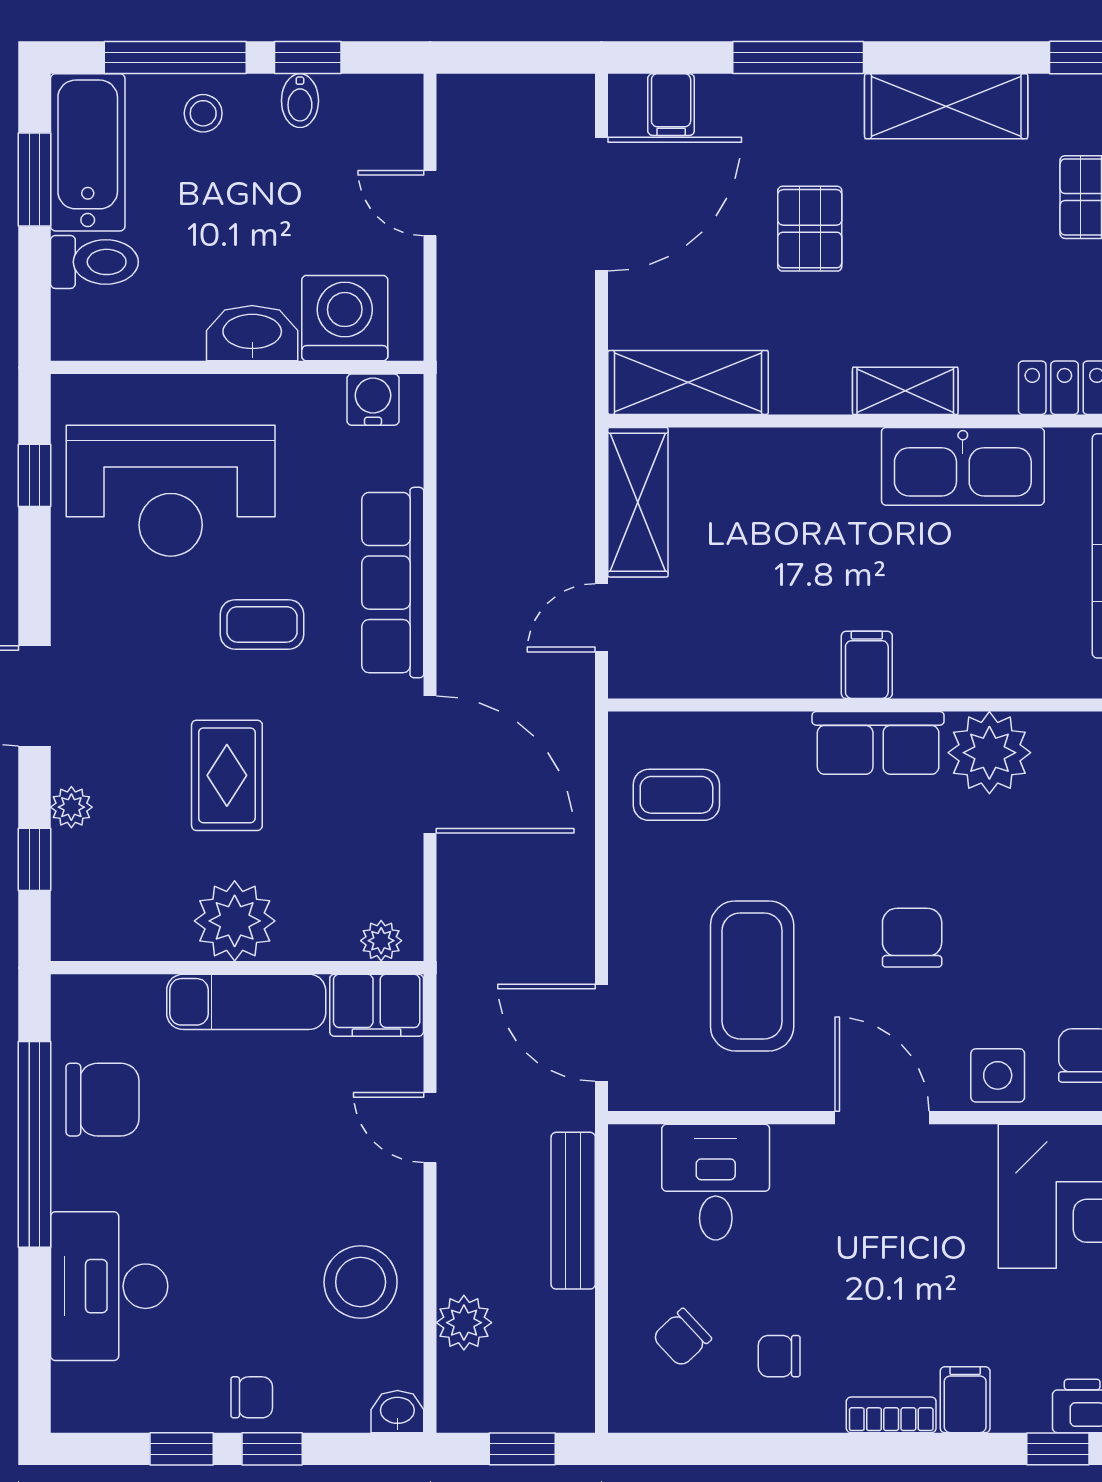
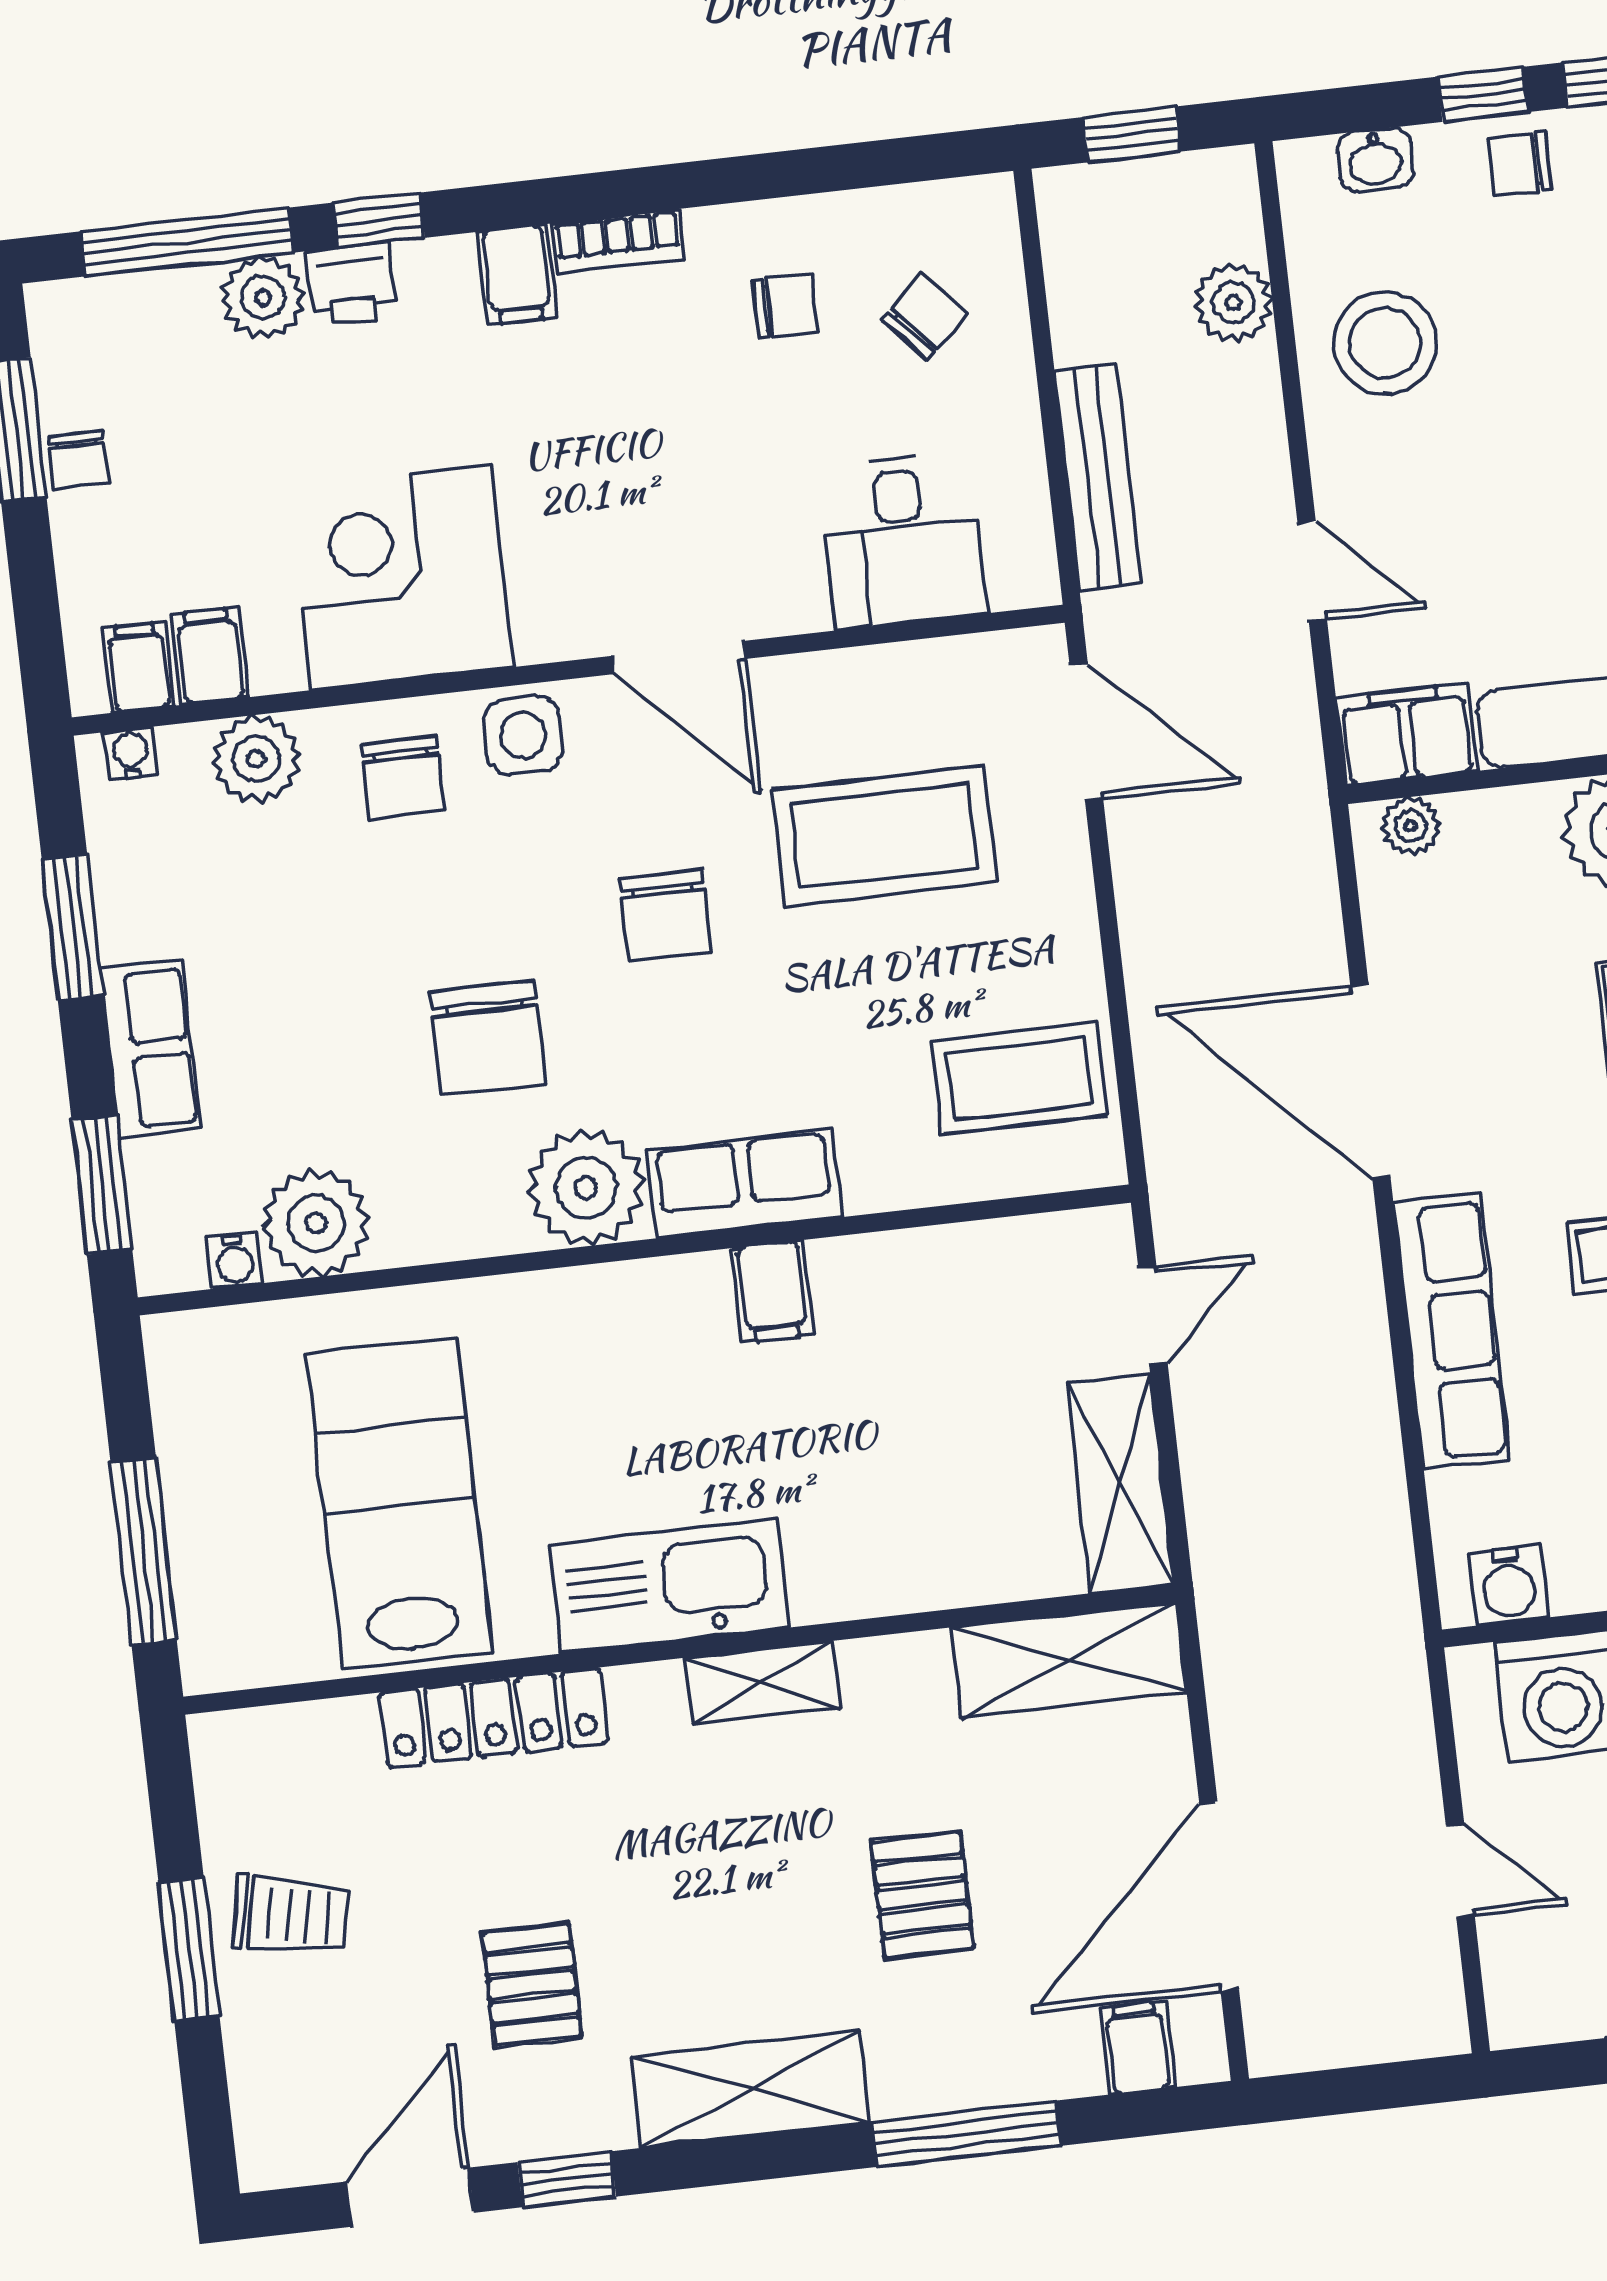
coffee table: (676, 795) -> (1019, 1078), width x1.36, depth x1.30
chair: (1046, 866) -> (488, 1038), added
coffee table: (752, 976) -> (884, 836), turned 90
washbasin: (397, 1412) -> (1375, 160), moved

